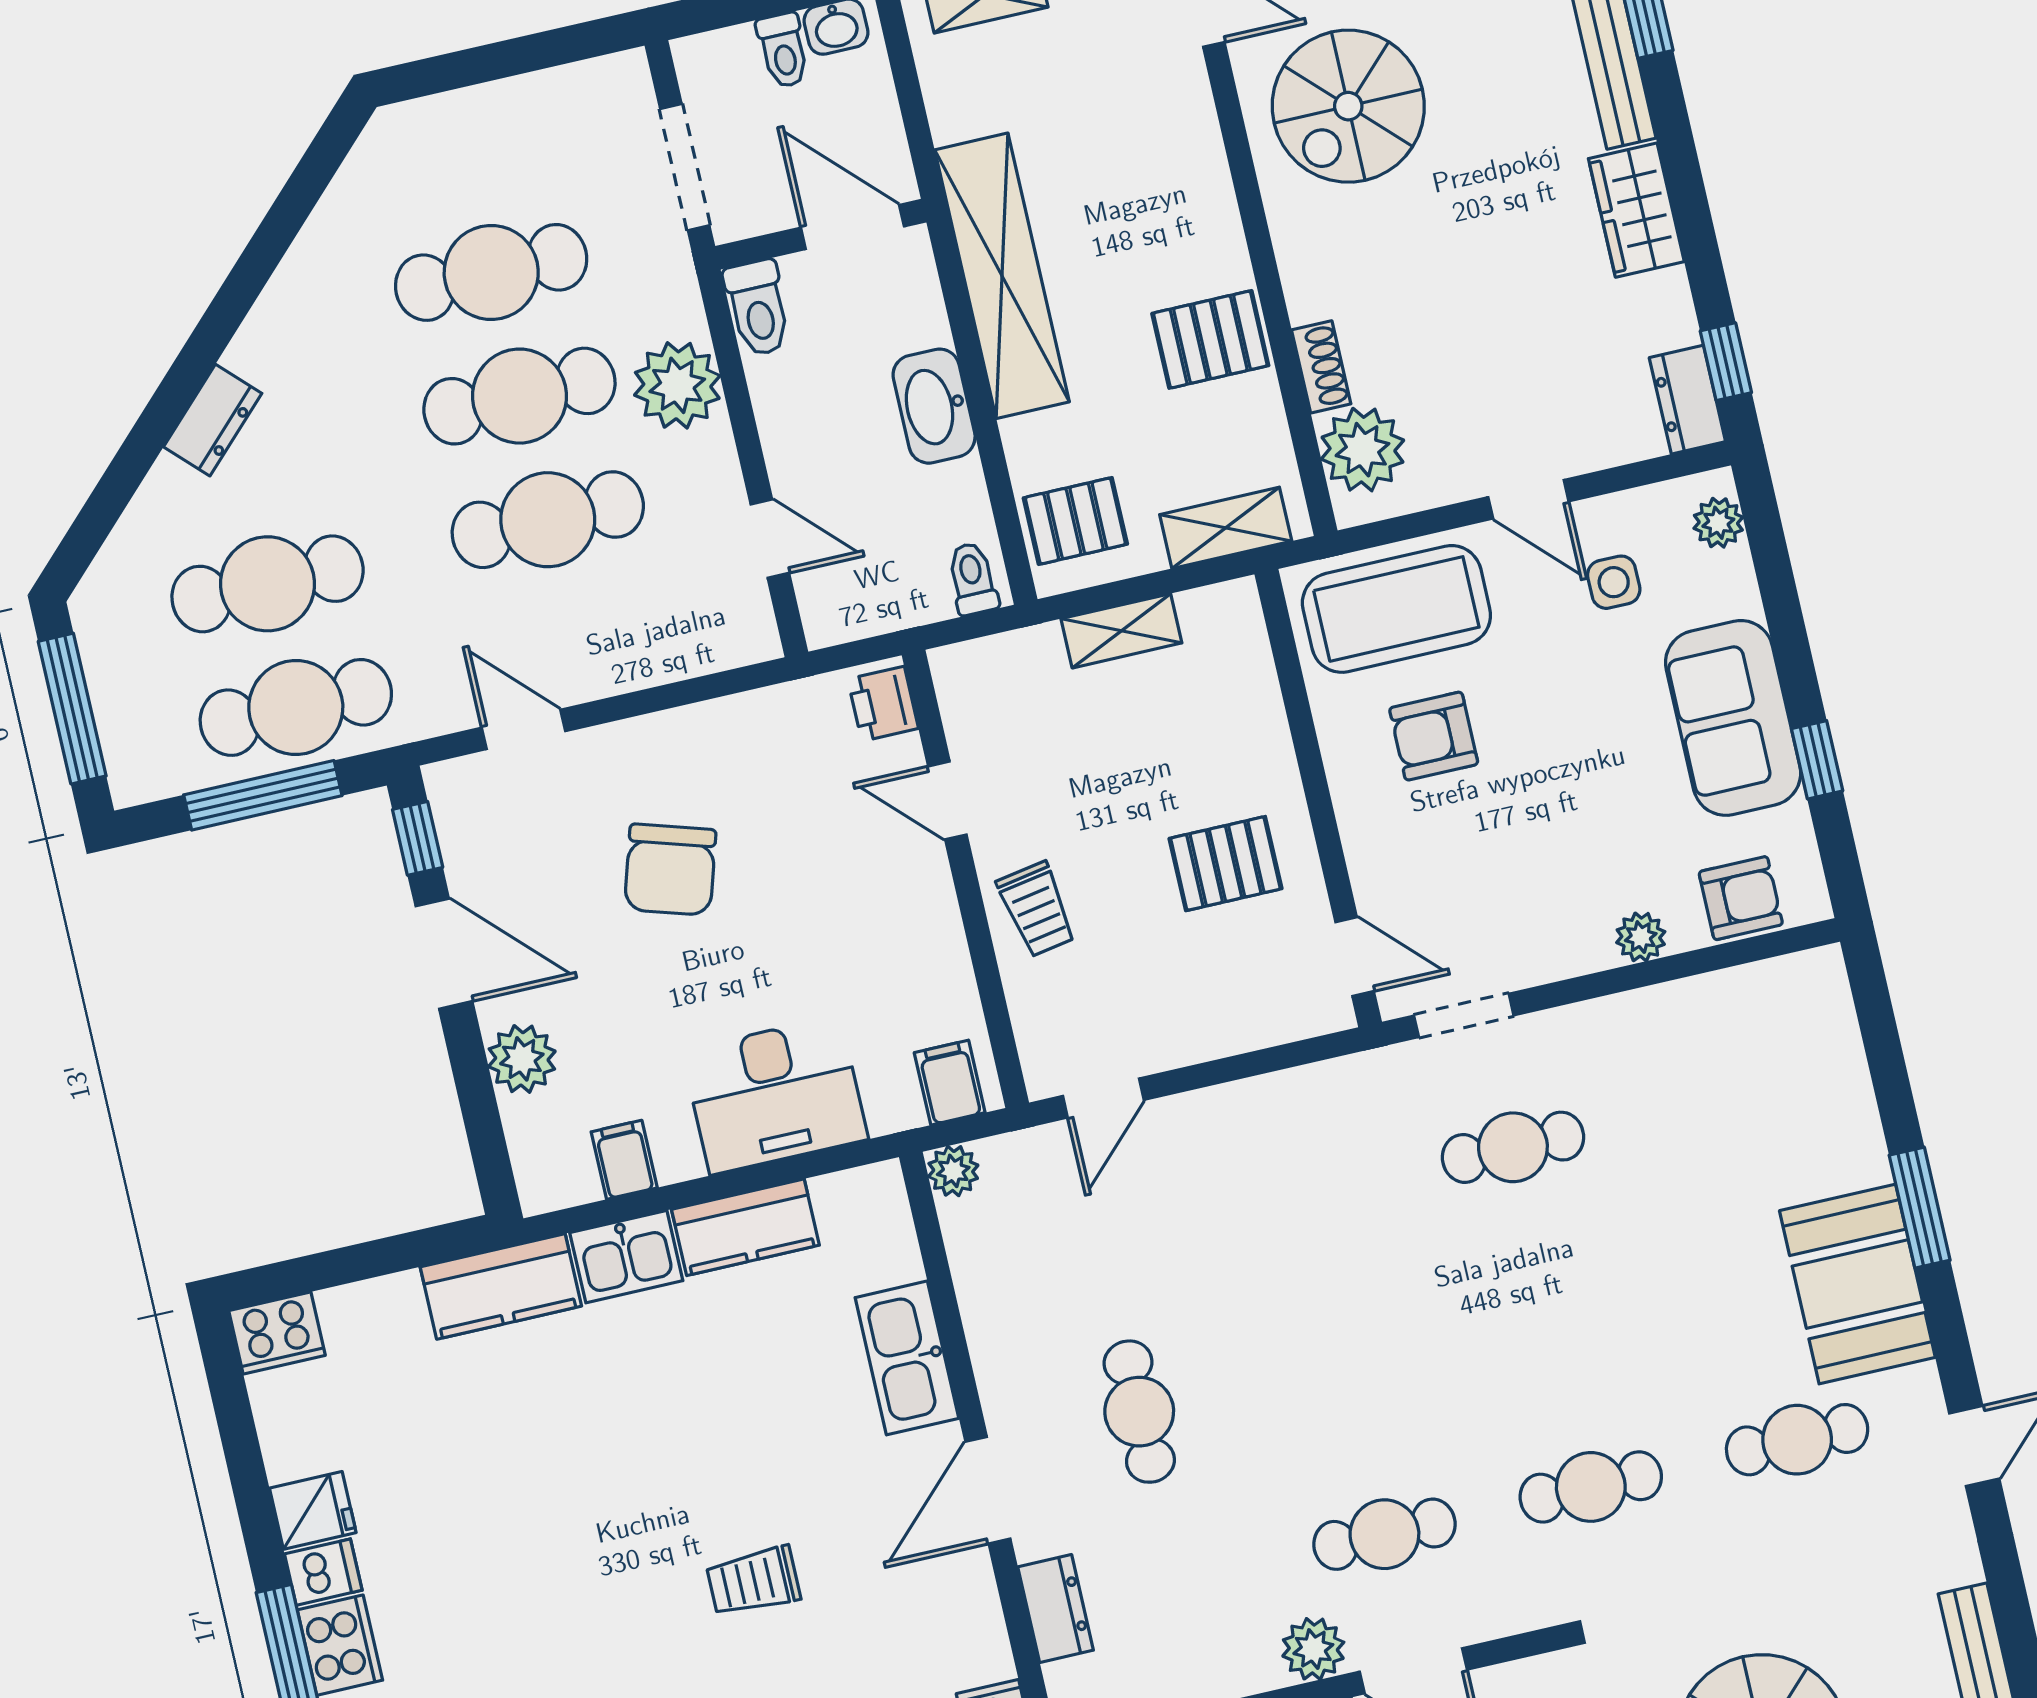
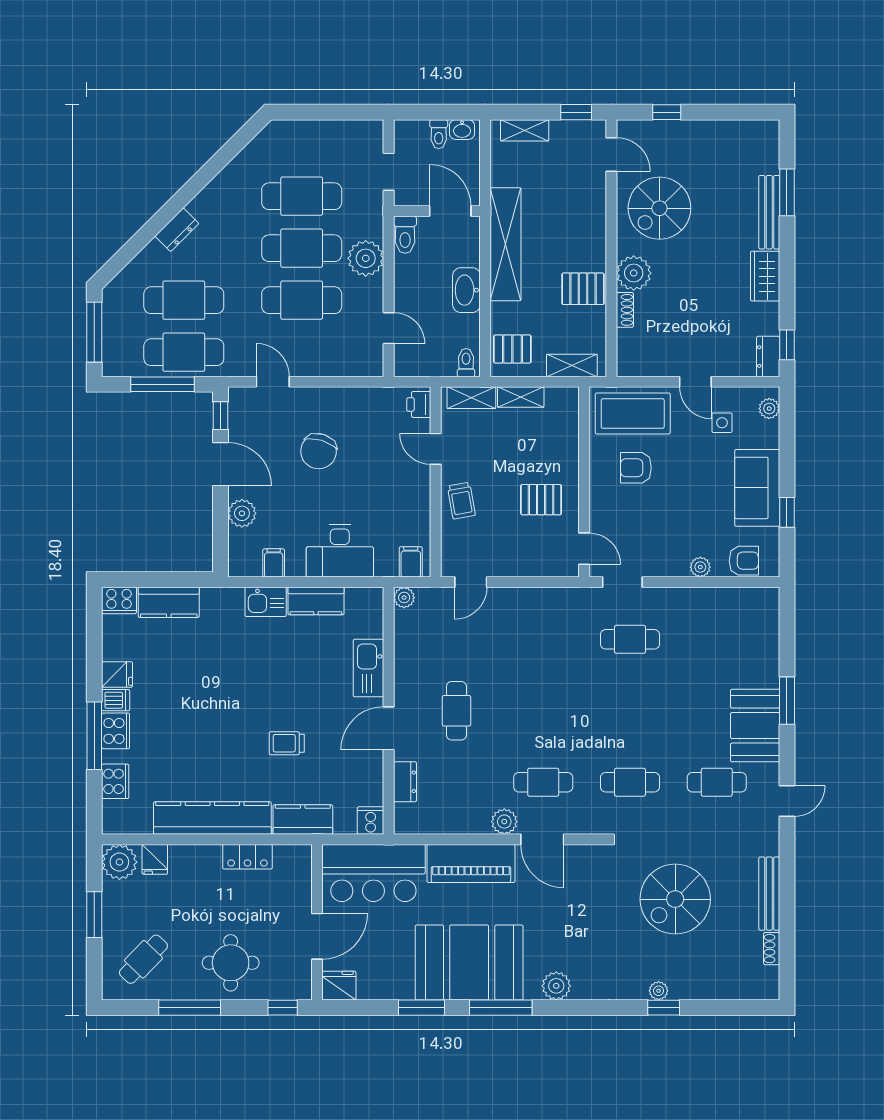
doorway: (685, 167) -> (389, 172), width x0.73
plant: (1362, 450) -> (634, 273), moved
shelving: (1004, 659) -> (471, 398), added
kitchen counter: (501, 1286) -> (169, 602), moved

